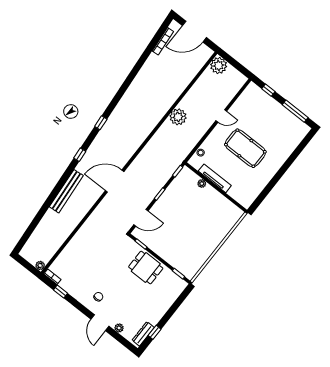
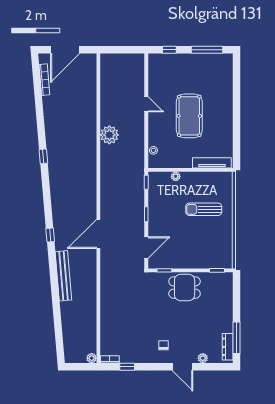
plant: (219, 66) -> (109, 62), removed
door: (221, 116) -> (146, 104), hinge flipped
window: (101, 123) -> (43, 156), moved
pool table: (245, 148) -> (189, 116), turned 90
tv unit: (215, 178) -> (212, 163), moved
sun lounger: (203, 223) -> (204, 209), added
window: (155, 332) -> (237, 338), width x2.17

